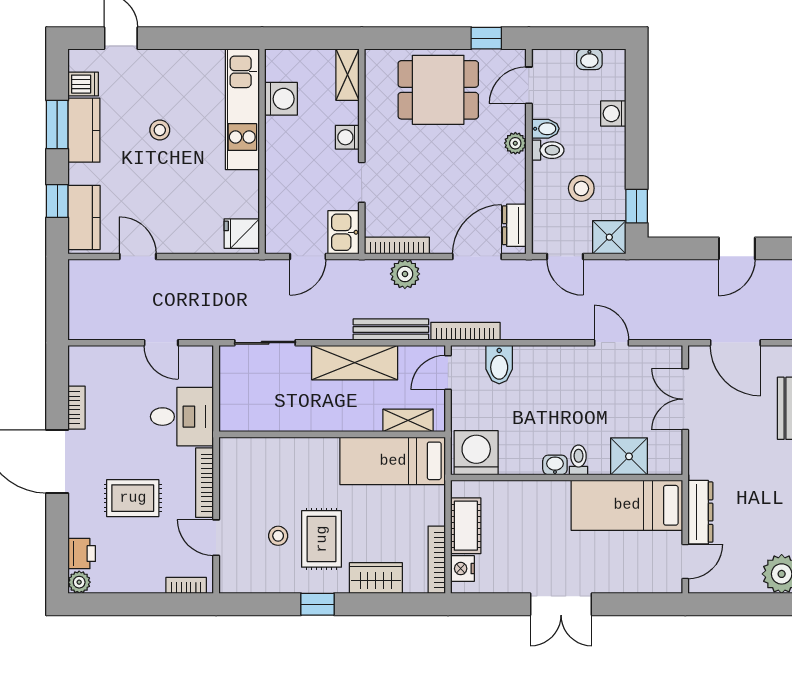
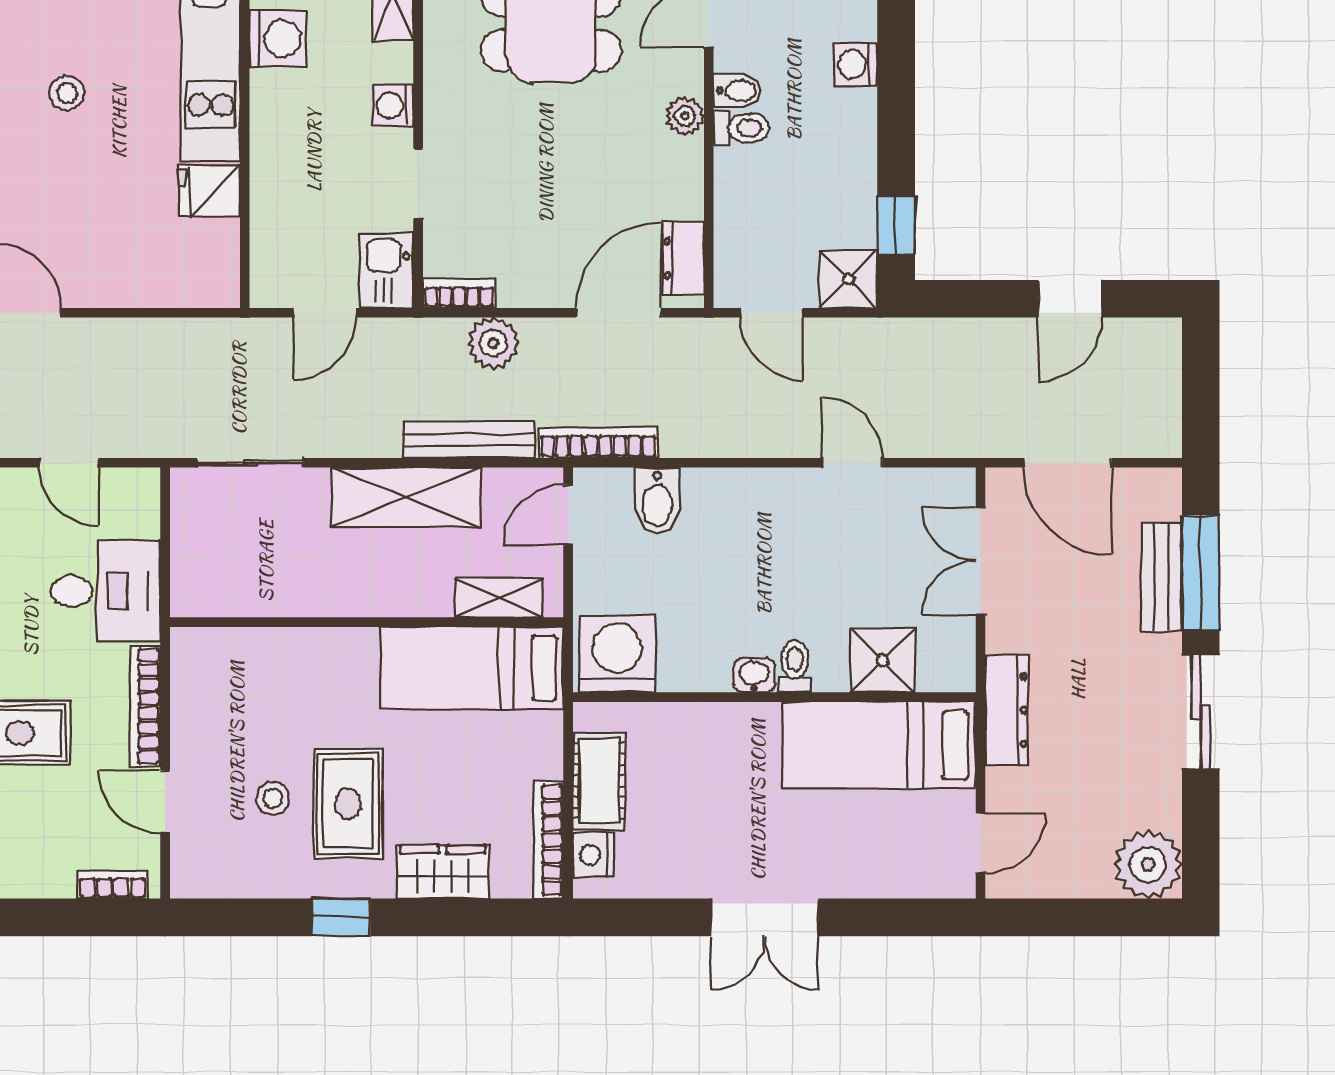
stool: (581, 188) -> (800, 195), removed
fridge: (242, 234) -> (209, 191), moved
bookcase: (397, 245) -> (459, 294), width x0.64
dresser: (700, 512) -> (1007, 710), moved

